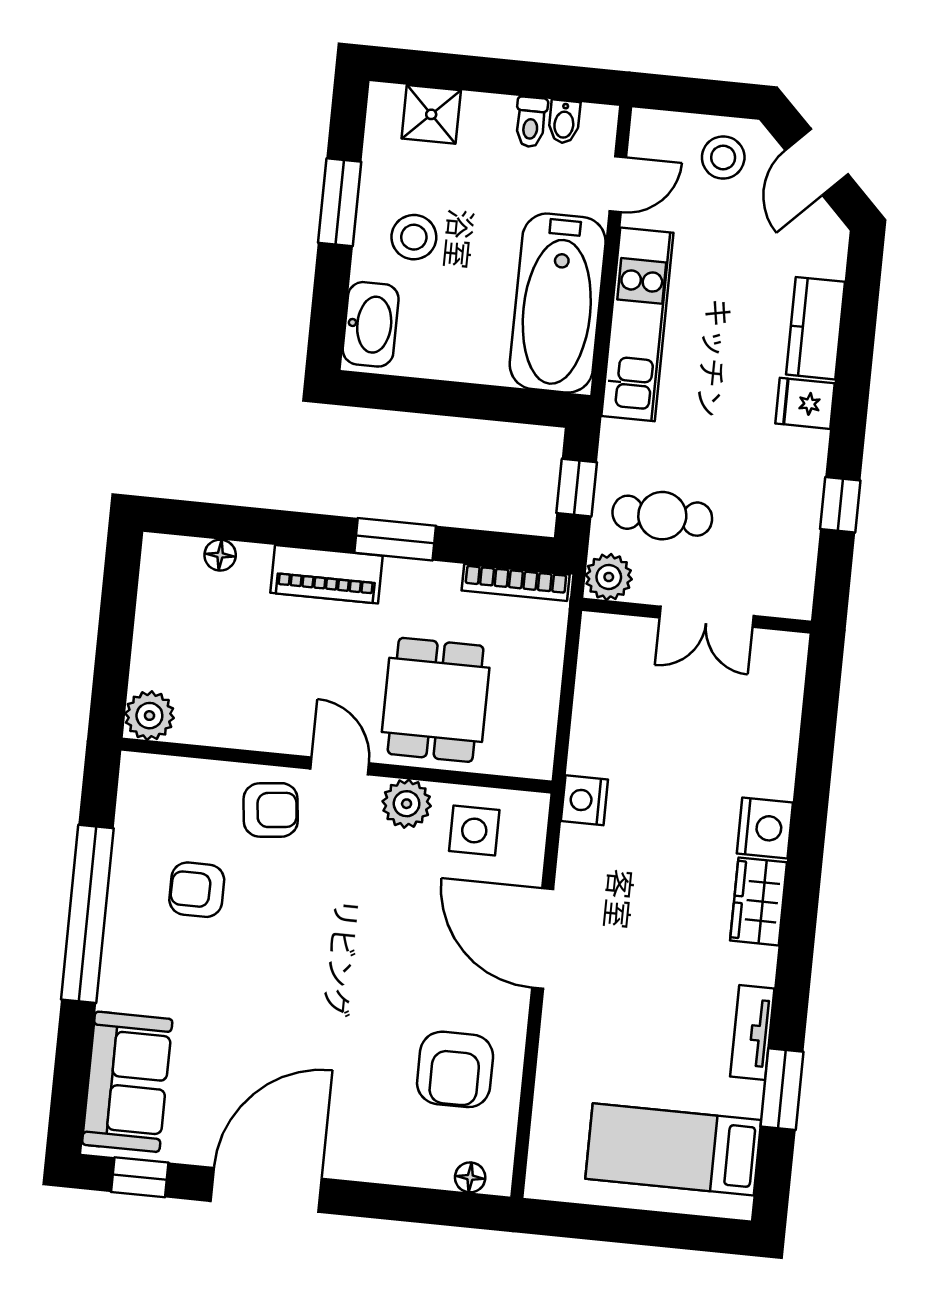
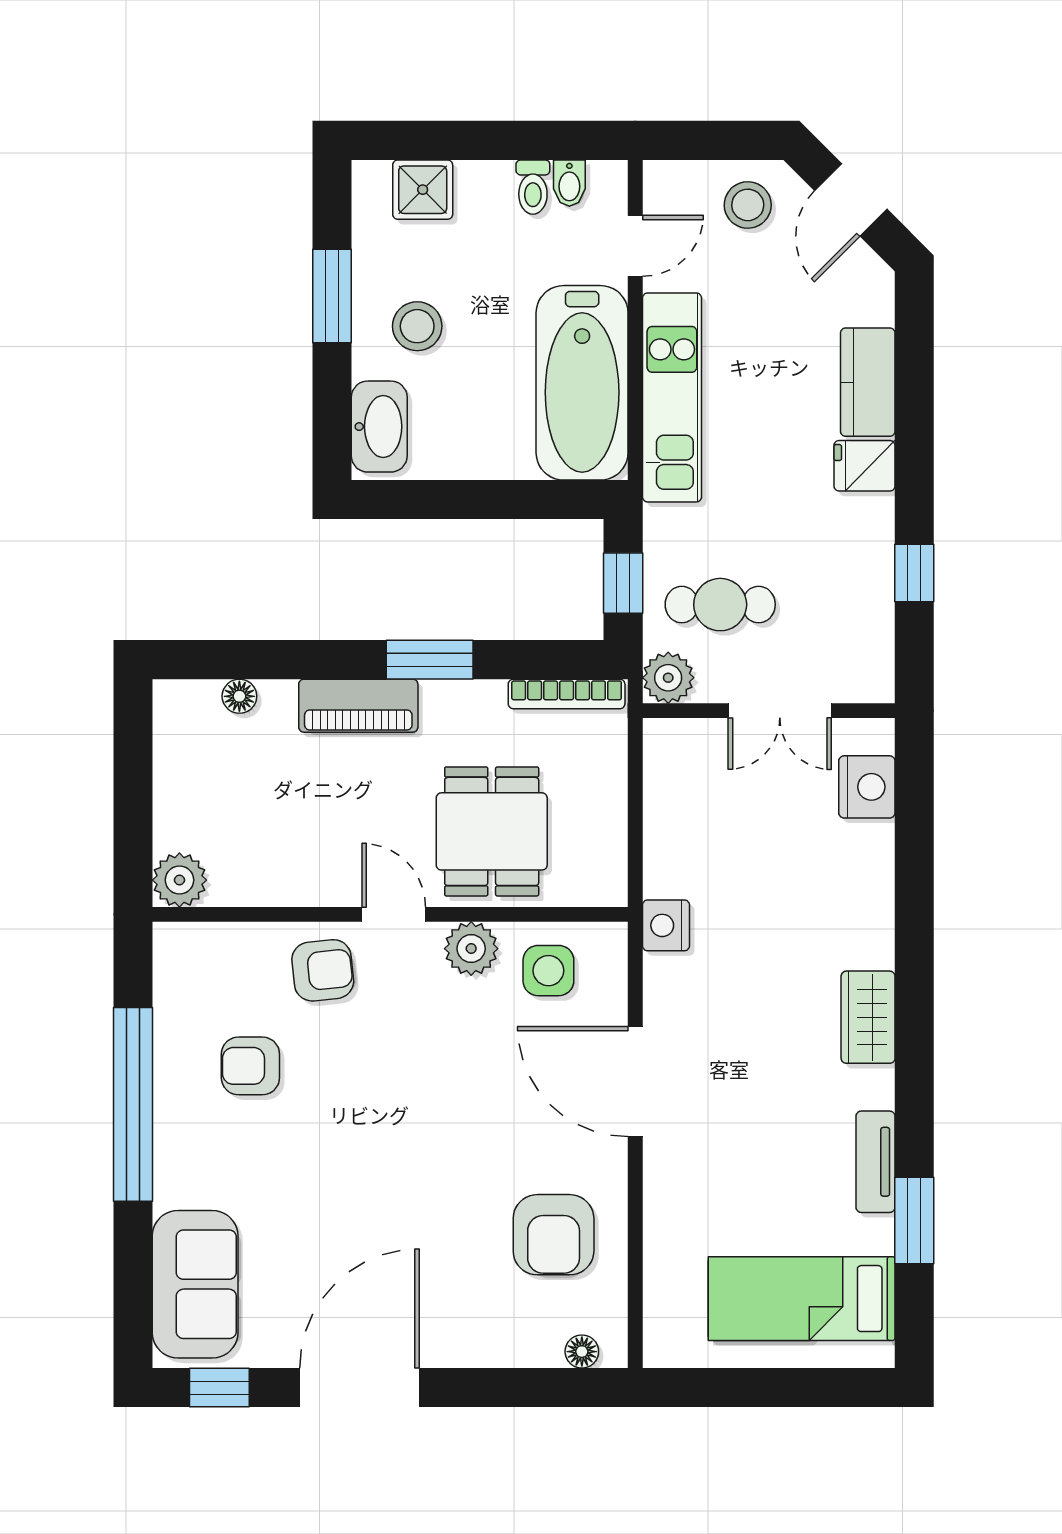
nightstand: (765, 828) -> (867, 787), moved

